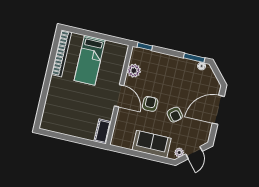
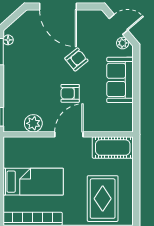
rug: (65, 110) -> (103, 199), added
cot: (103, 131) -> (113, 148), width x1.37, depth x1.34

